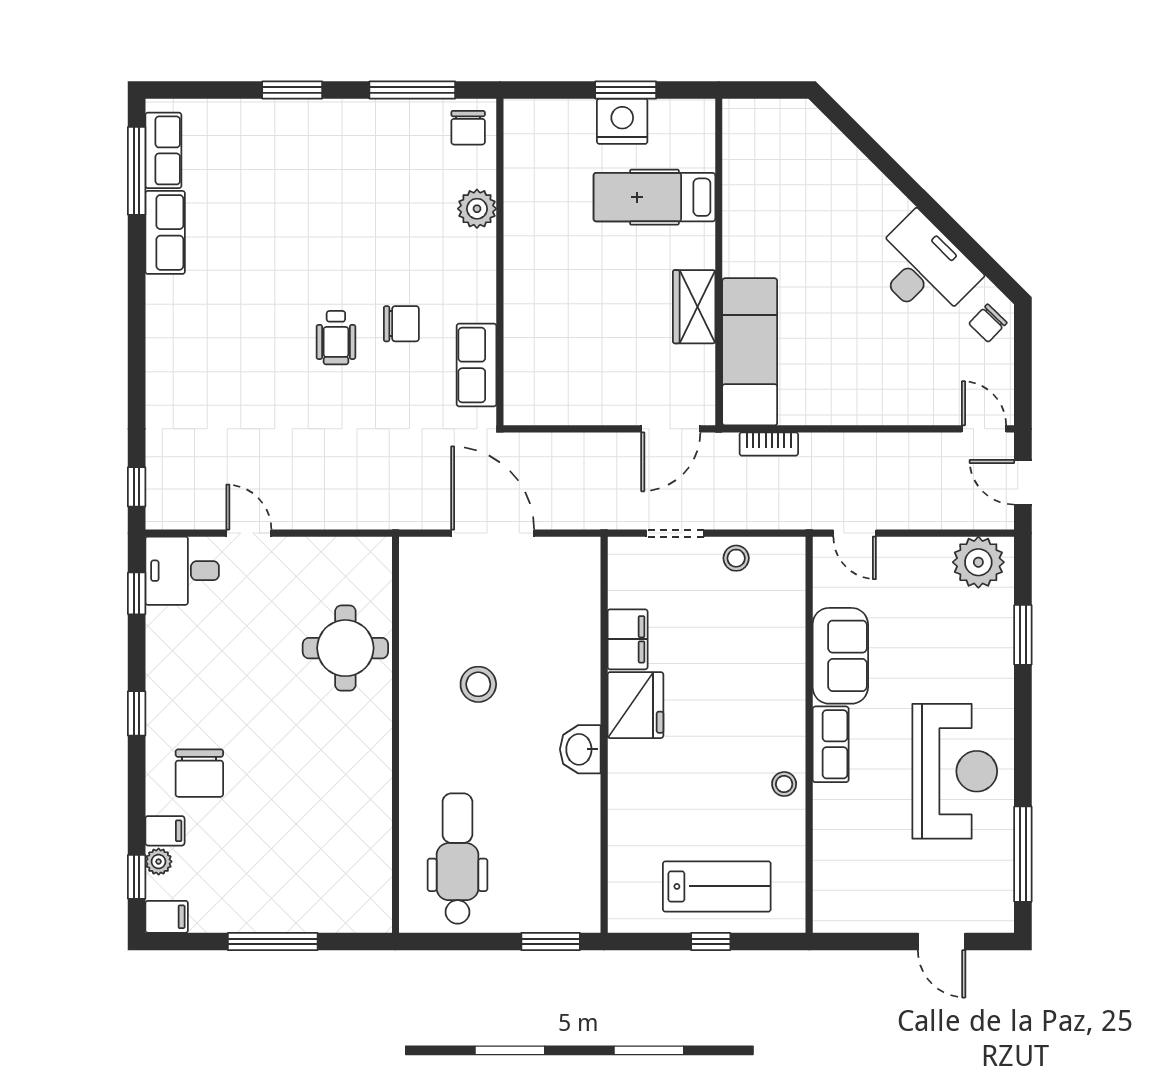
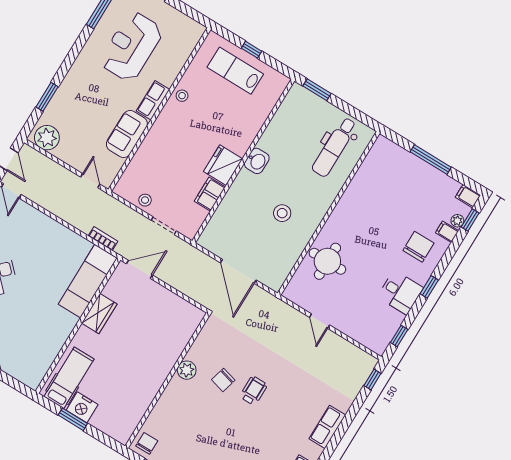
hospital bed: (654, 197) -> (69, 378), moved, turned -90
plant: (477, 209) -> (187, 370), moved
chair: (401, 324) -> (223, 380), turned -75
row of seats: (477, 365) -> (327, 427), moved, turned 180
door: (249, 533) -> (320, 321), moved
desk: (182, 571) -> (400, 292), moved
reception desk: (955, 771) -> (131, 47), moved

